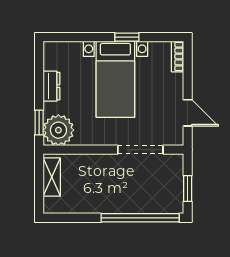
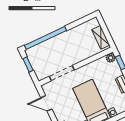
plant: (58, 130) -> (111, 58), width x0.53, depth x0.53

